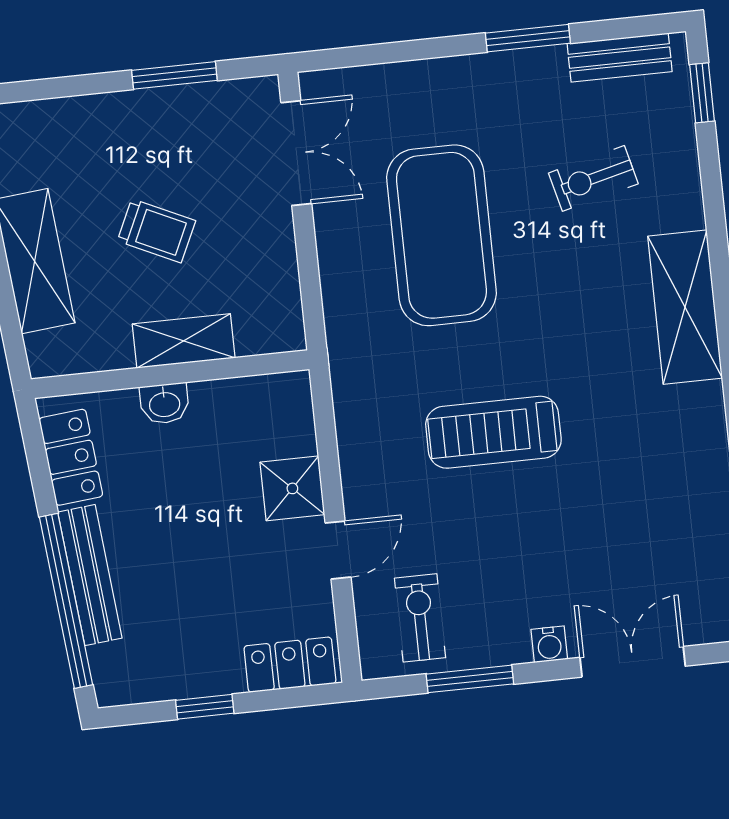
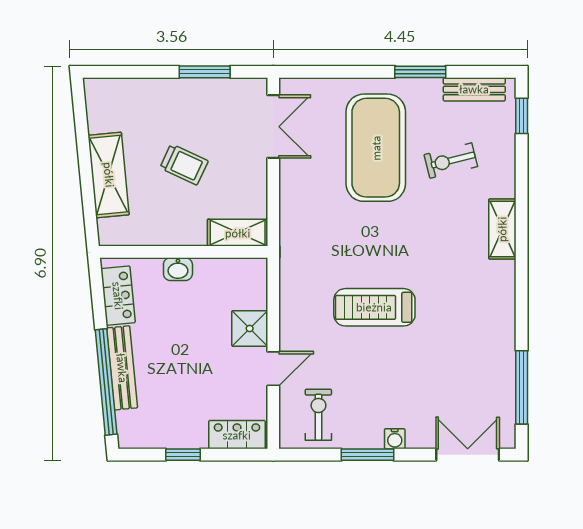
exercise mat: (441, 235) -> (376, 148), moved
shelving: (685, 307) -> (502, 229), width x0.67, depth x0.75
shelving: (184, 341) -> (238, 233), moved
double door: (633, 662) -> (468, 455), moved
window: (470, 679) -> (367, 455), moved

